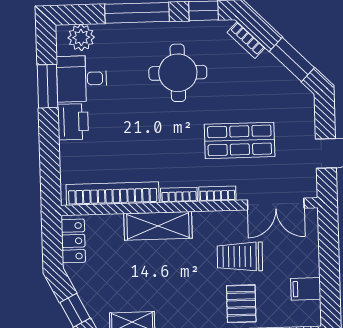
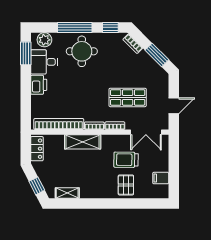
round table: (178, 73) -> (82, 51), moved
window: (48, 86) -> (26, 53), moved

